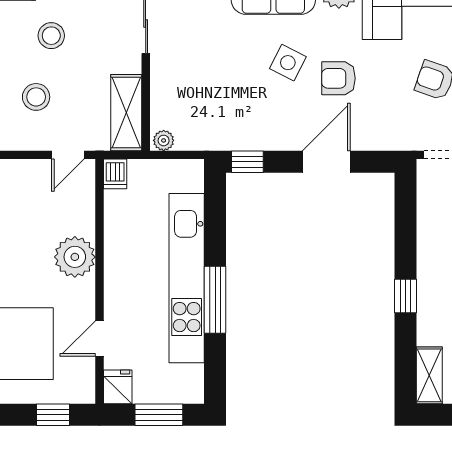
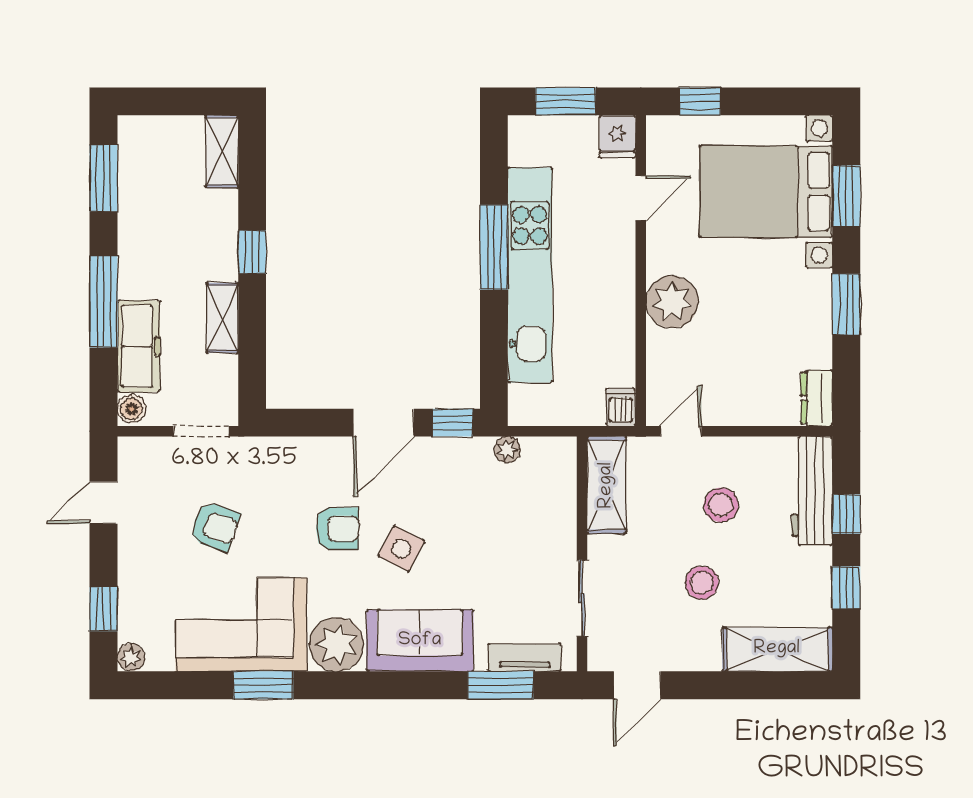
plant: (164, 140) -> (507, 450), moved
door: (326, 162) -> (384, 423), moved
shelving: (429, 244) -> (223, 318), added

